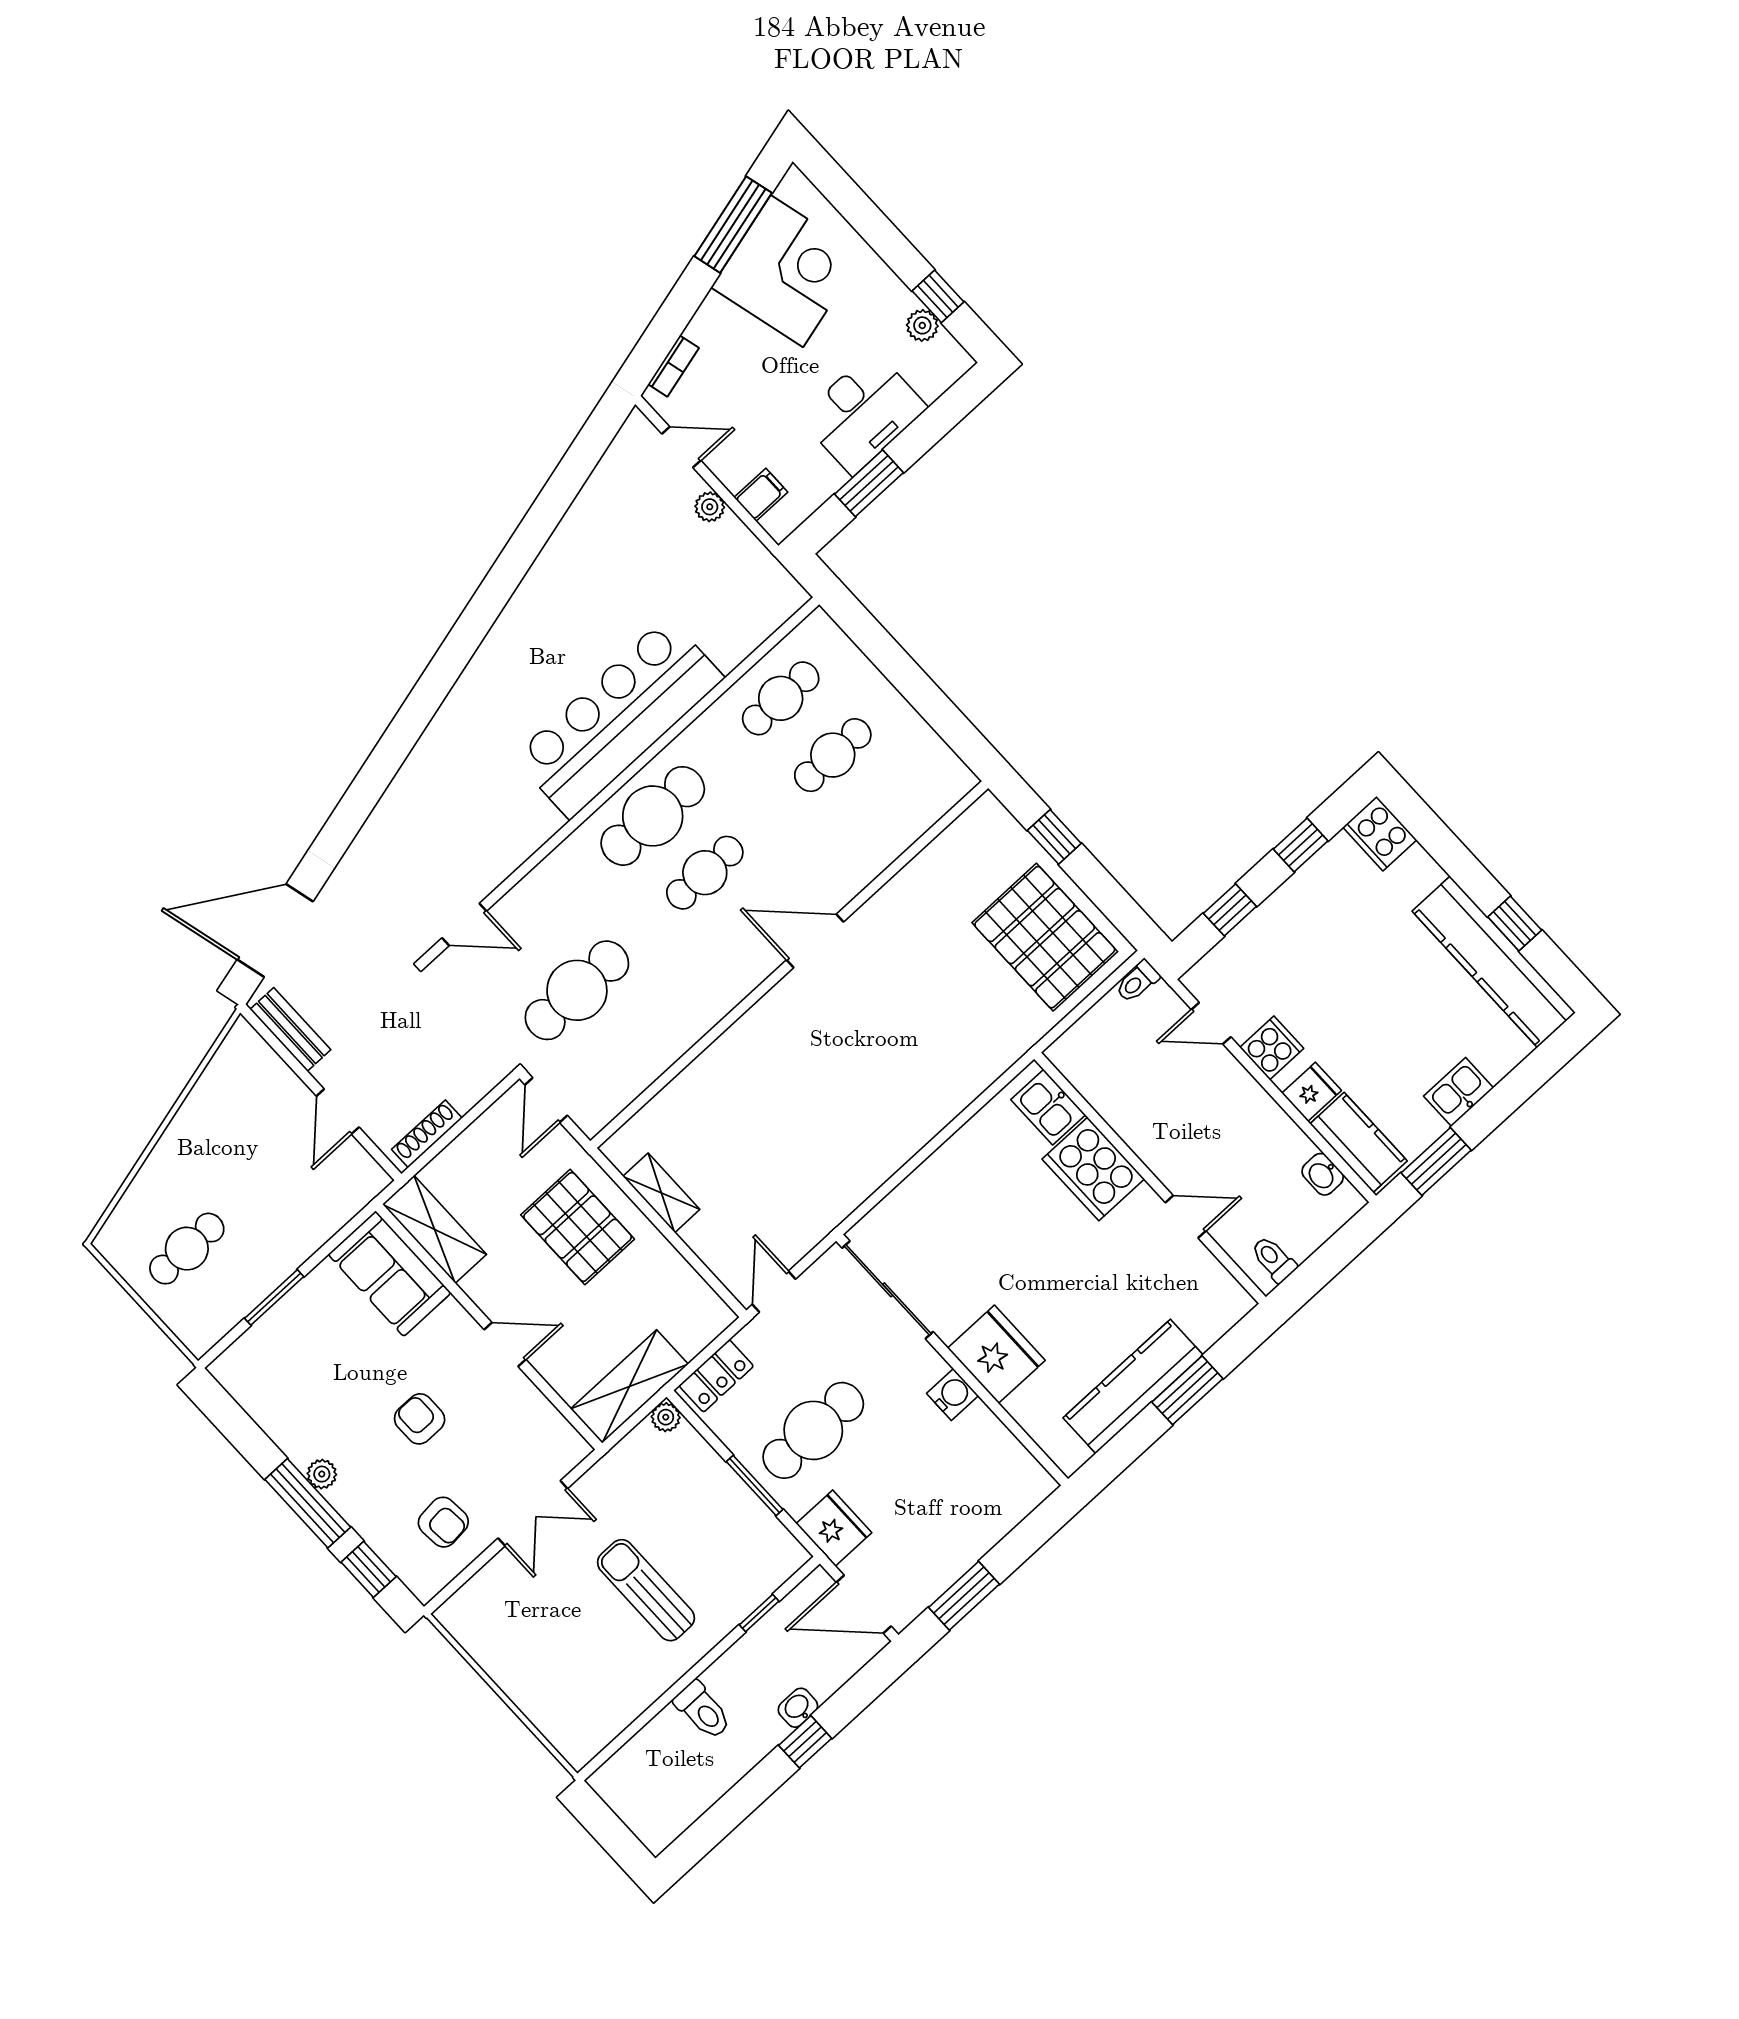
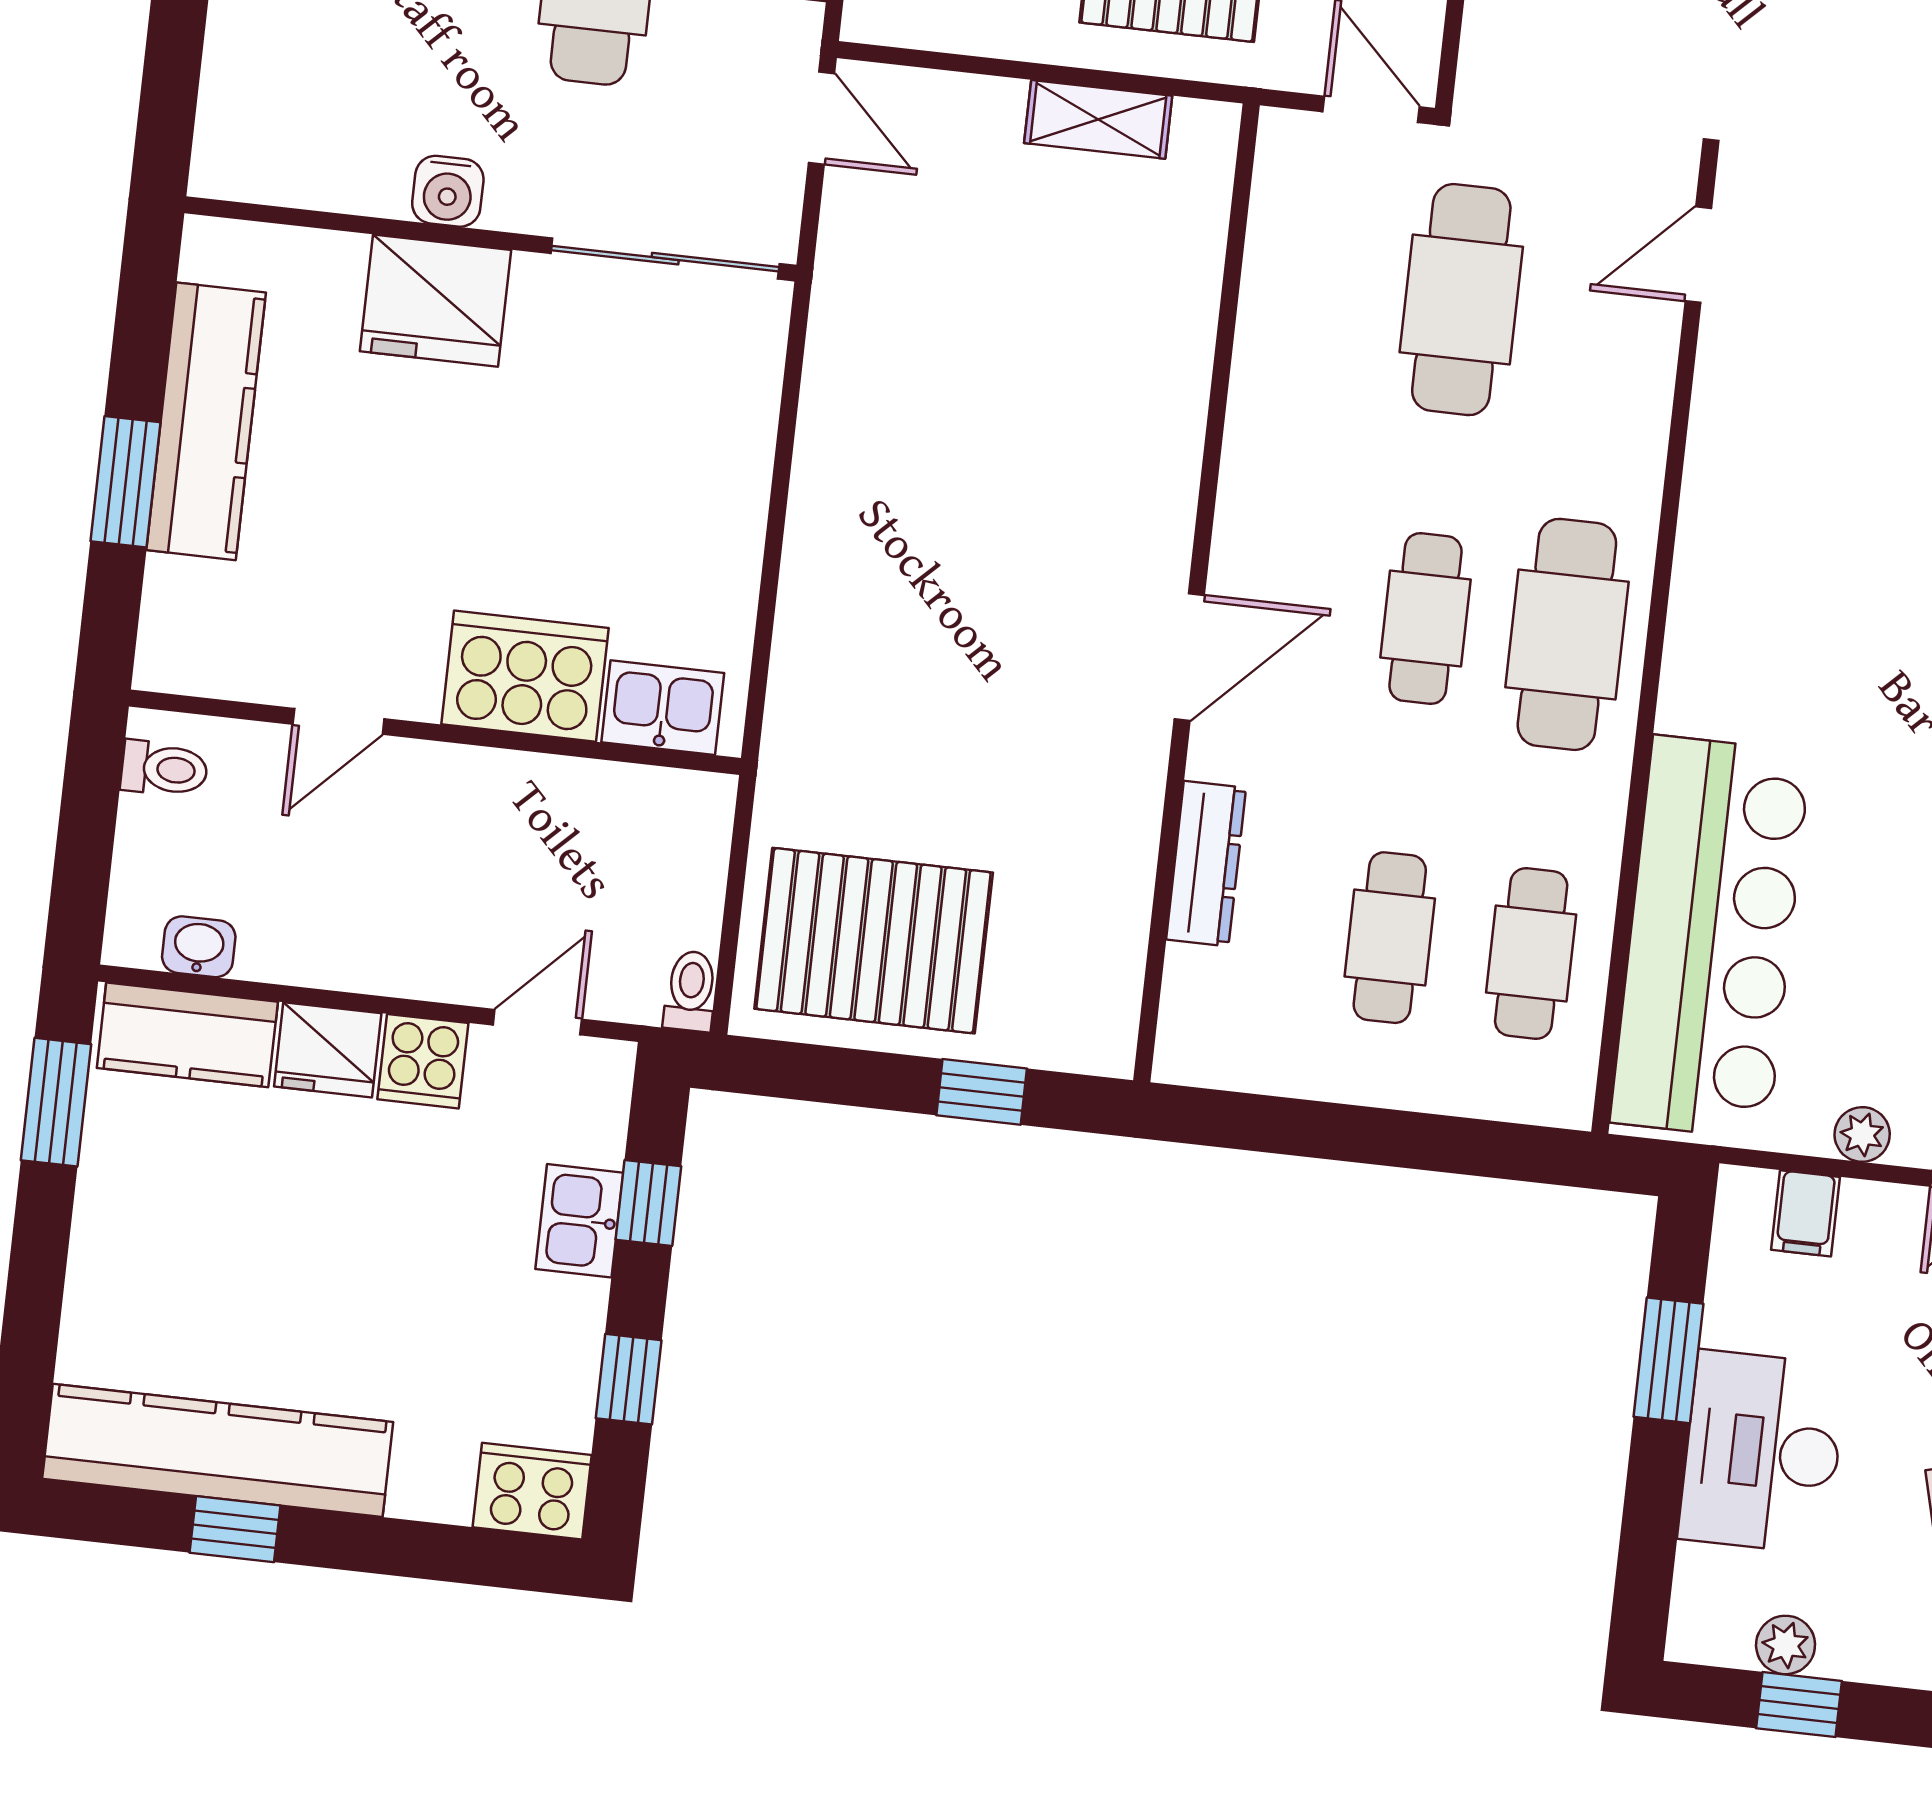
bar counter: (619, 718) -> (1710, 937), moved
dresser: (882, 850) -> (1206, 864), added
fridge: (1312, 1092) -> (328, 1050), width x1.38
kitchen sink: (1459, 1092) -> (579, 1221), moved, turned 180

